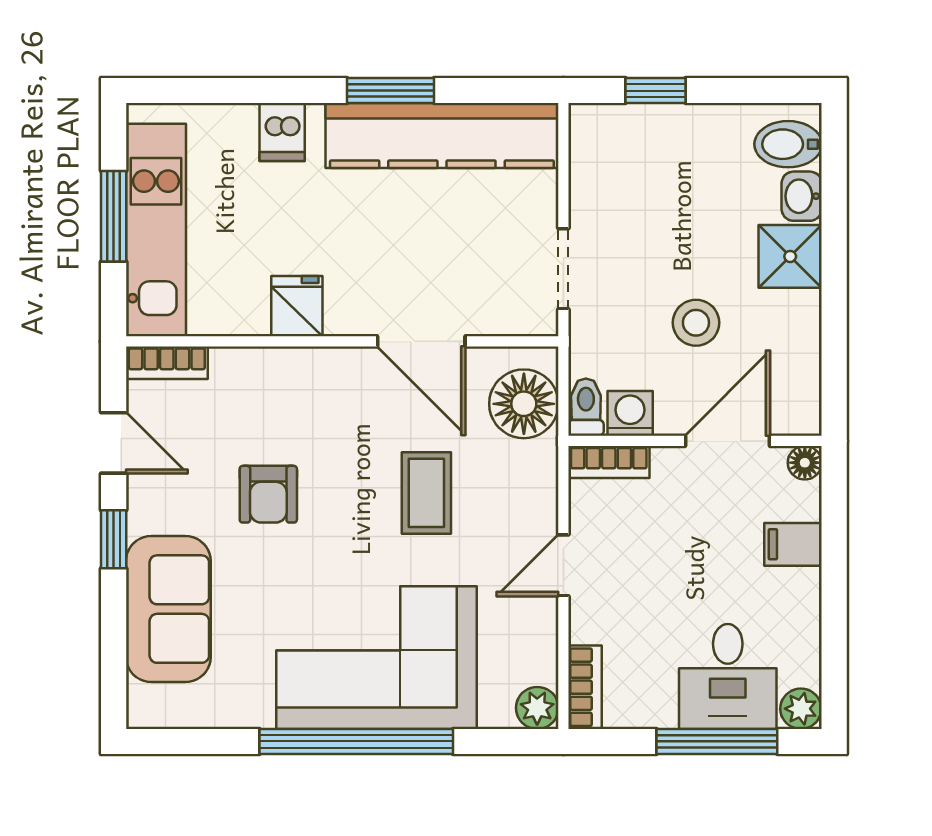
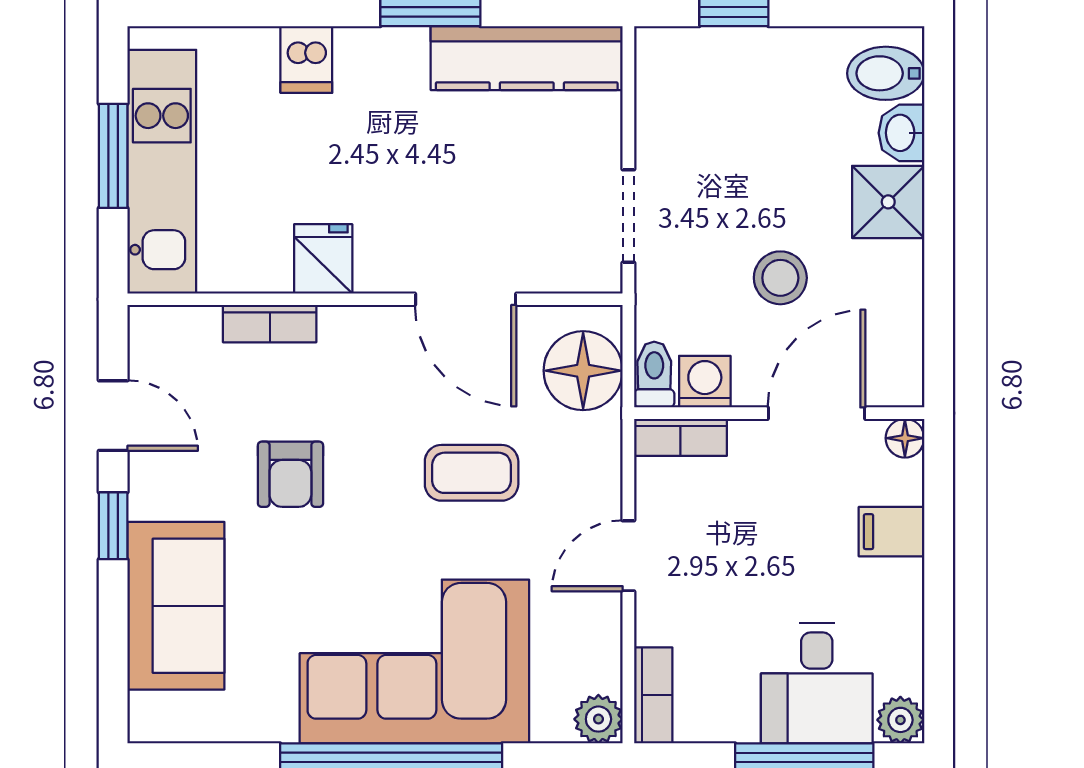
kitchen counter: (442, 136) -> (527, 58), width x0.72, depth x0.86
bookcase: (167, 363) -> (270, 324), moved
coffee table: (426, 493) -> (472, 473), turned 90

